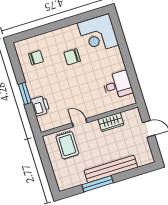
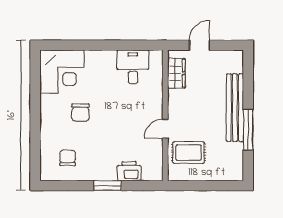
wardrobe: (111, 122) -> (176, 73), moved

